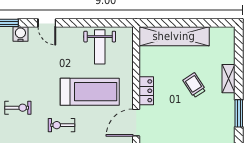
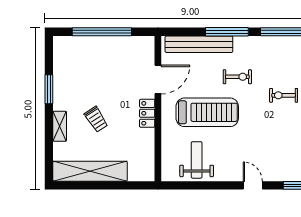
water cooler: (20, 34) -> (281, 174), removed
shelving: (174, 36) -> (90, 171), moved
treadmill: (90, 92) -> (207, 112), turned 180

